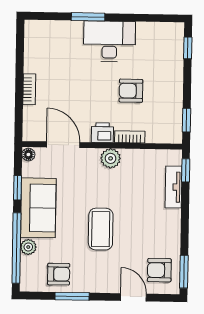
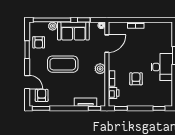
printer: (102, 133) -> (114, 93), moved
coffee table: (101, 229) -> (63, 64), width x1.36, depth x1.32
door: (133, 297) -> (27, 82), hinge flipped

